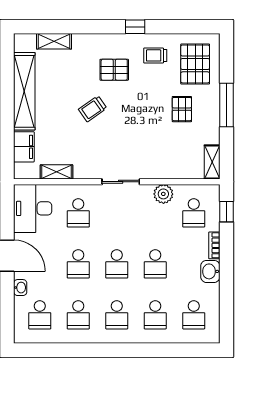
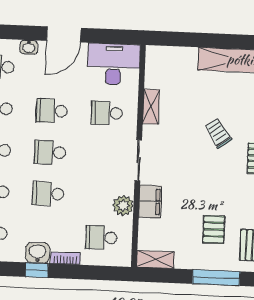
pallet: (182, 109) -> (214, 229), turned 90
filing cabinet: (24, 147) -> (150, 202), moved, turned -90
shelving: (57, 172) -> (151, 107), moved
window: (226, 212) -> (37, 270), moved

